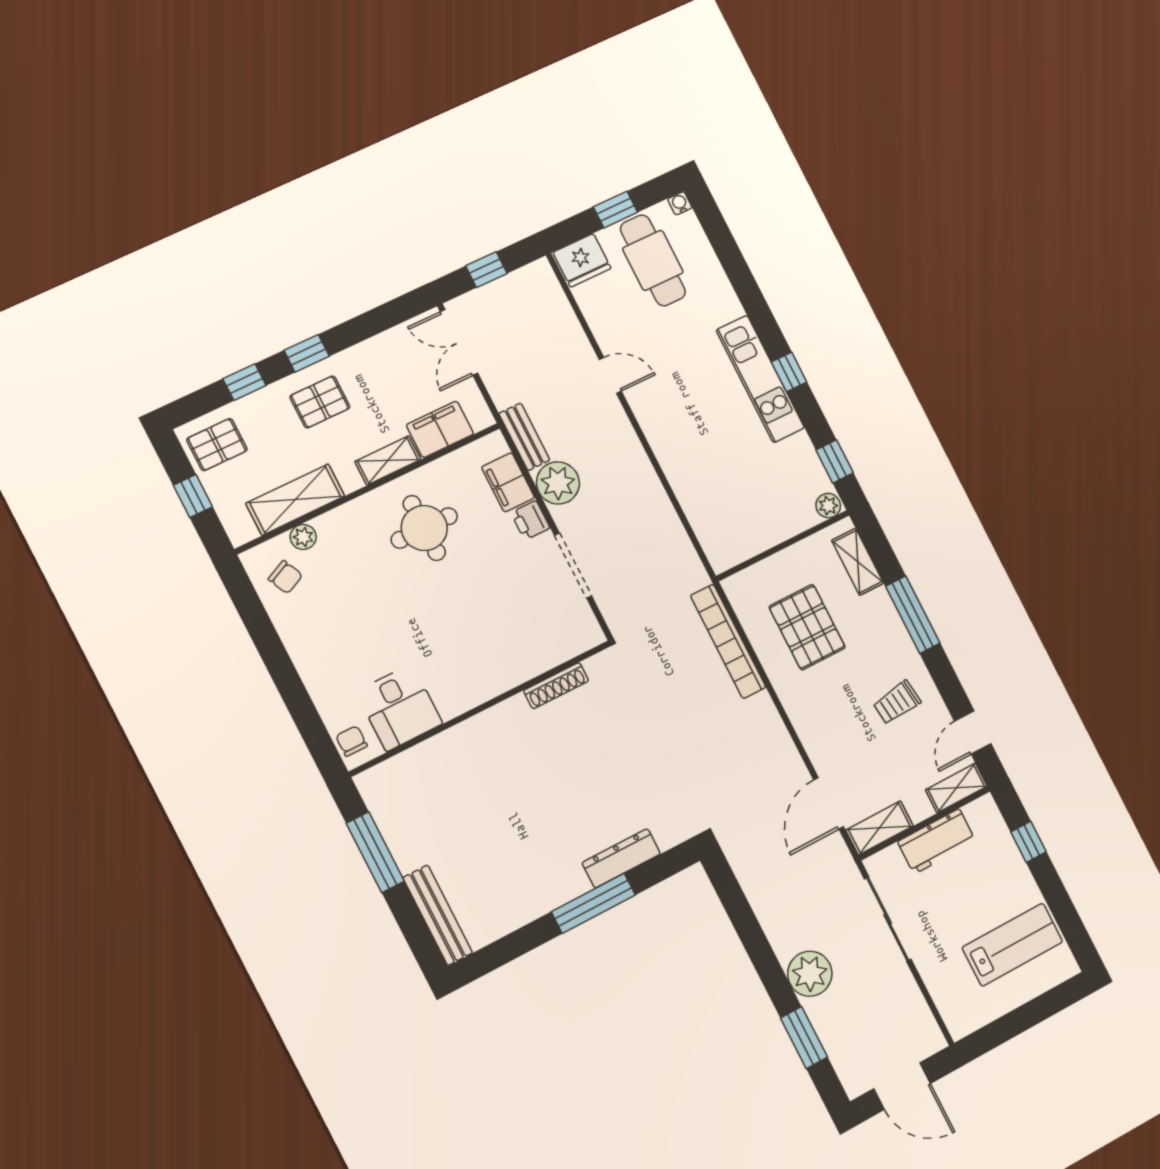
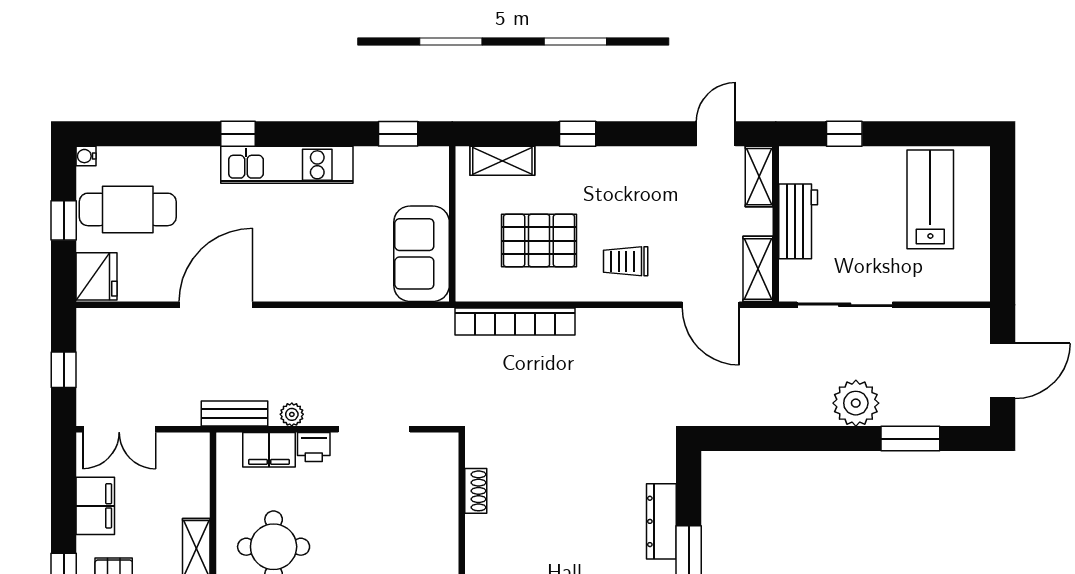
window: (789, 372) -> (238, 134), moved
door: (610, 375) -> (216, 305), width x1.87
filing cabinet: (440, 429) -> (95, 506), moved, turned 180
plant: (558, 483) -> (292, 414), width x0.53, depth x0.53
plant: (828, 506) -> (436, 161), removed
sofa: (744, 532) -> (422, 254), added
window: (913, 615) -> (578, 134), width x0.46
shoe rack: (556, 686) -> (476, 491), width x0.70
trolley: (897, 702) -> (626, 261), moved, turned 97
door: (973, 732) -> (716, 134), swing flipped

